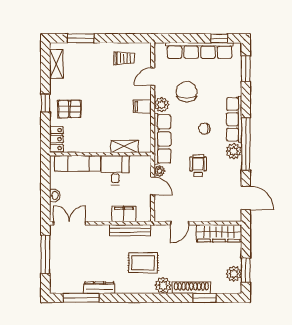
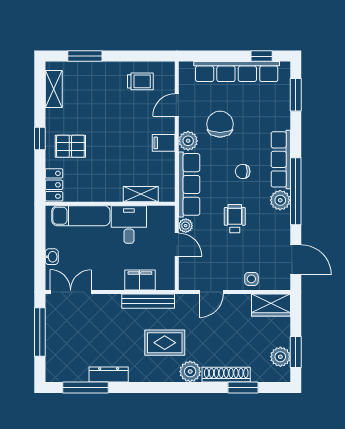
side table: (211, 213) -> (251, 279), added
wardrobe: (219, 233) -> (271, 305), width x0.67

